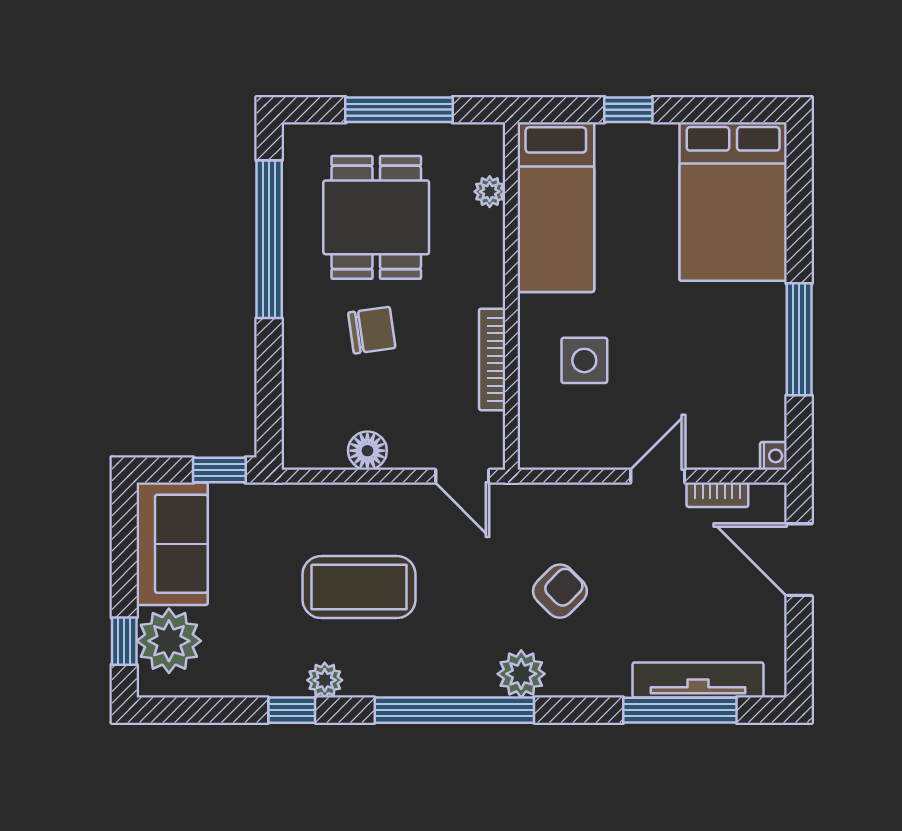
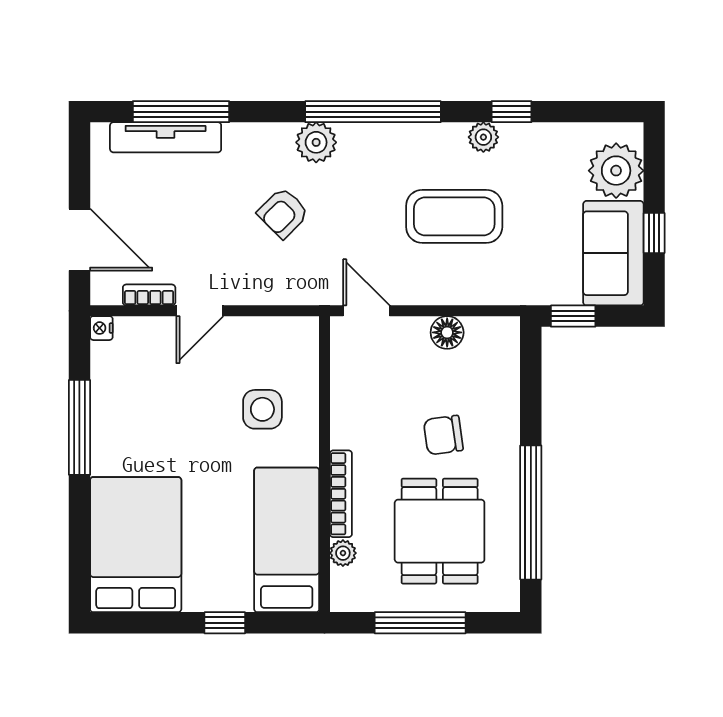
bookcase: (492, 359) -> (341, 494), moved
window: (124, 641) -> (654, 233), moved

